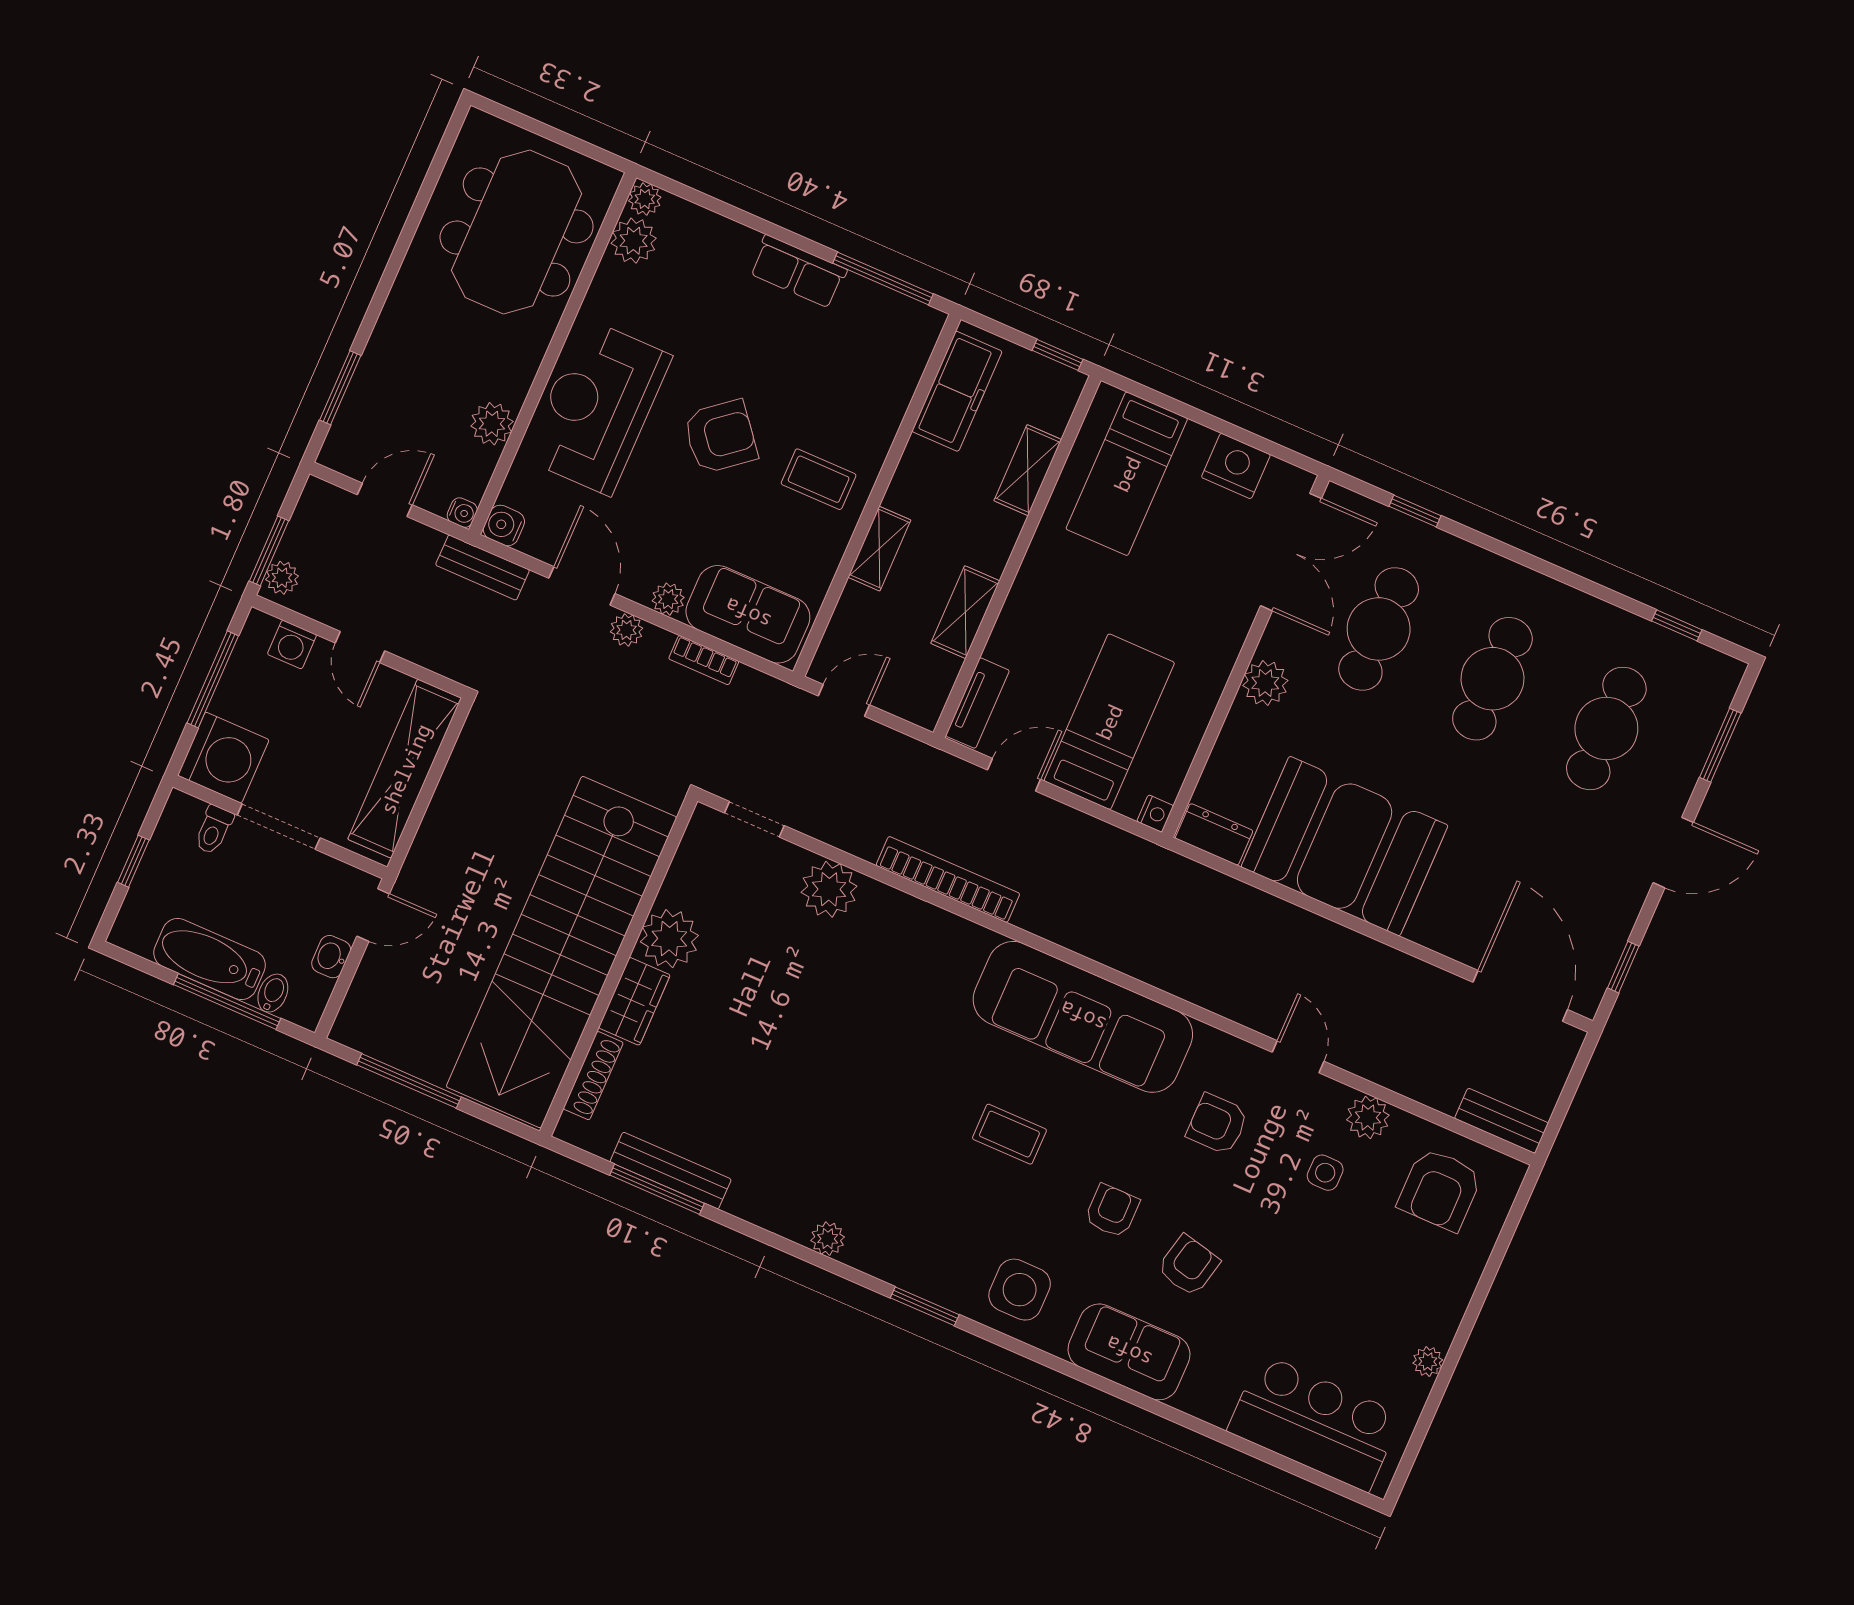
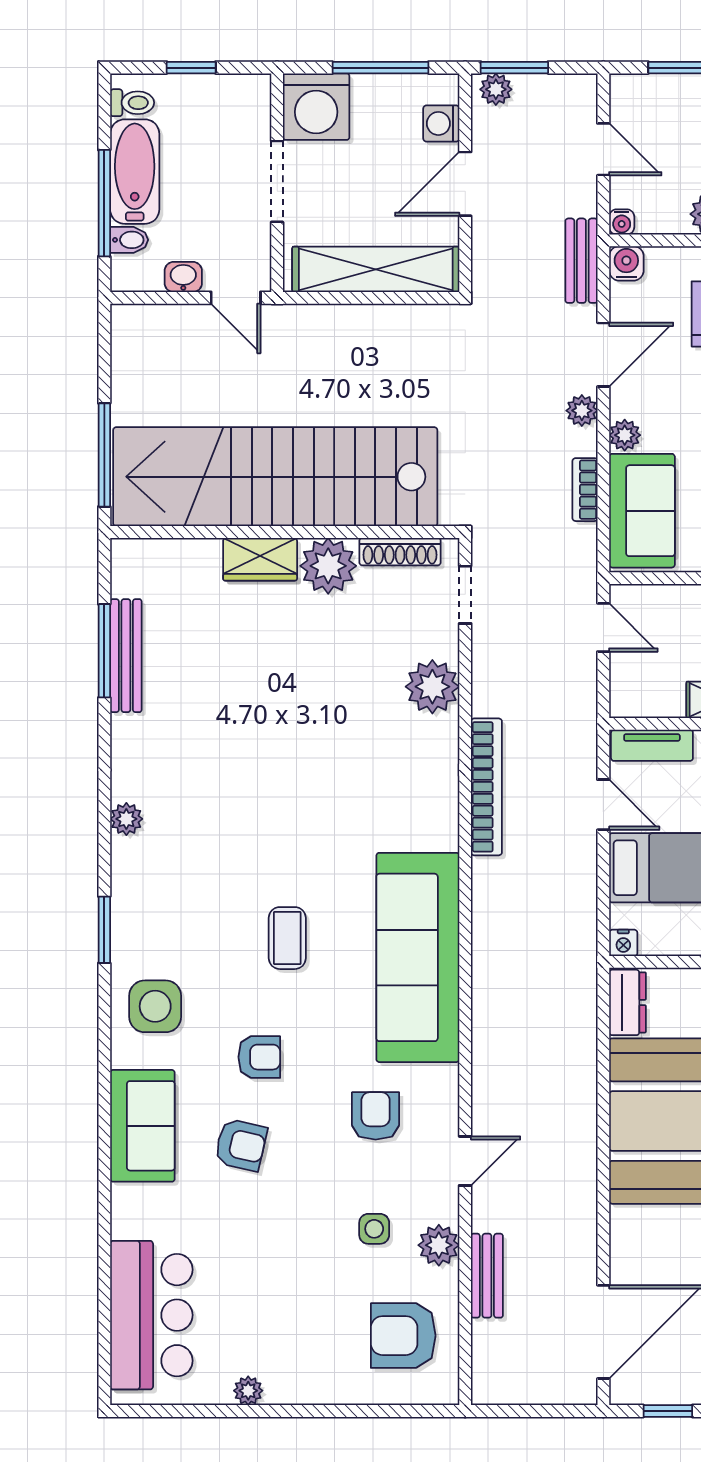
door: (360, 647) -> (465, 184), width x1.38
toilet: (214, 830) -> (132, 103), moved, turned 180
shoe rack: (593, 1076) -> (400, 552), moved
window: (409, 1081) -> (104, 455), moved
bench: (1501, 1121) -> (487, 1276), moved

